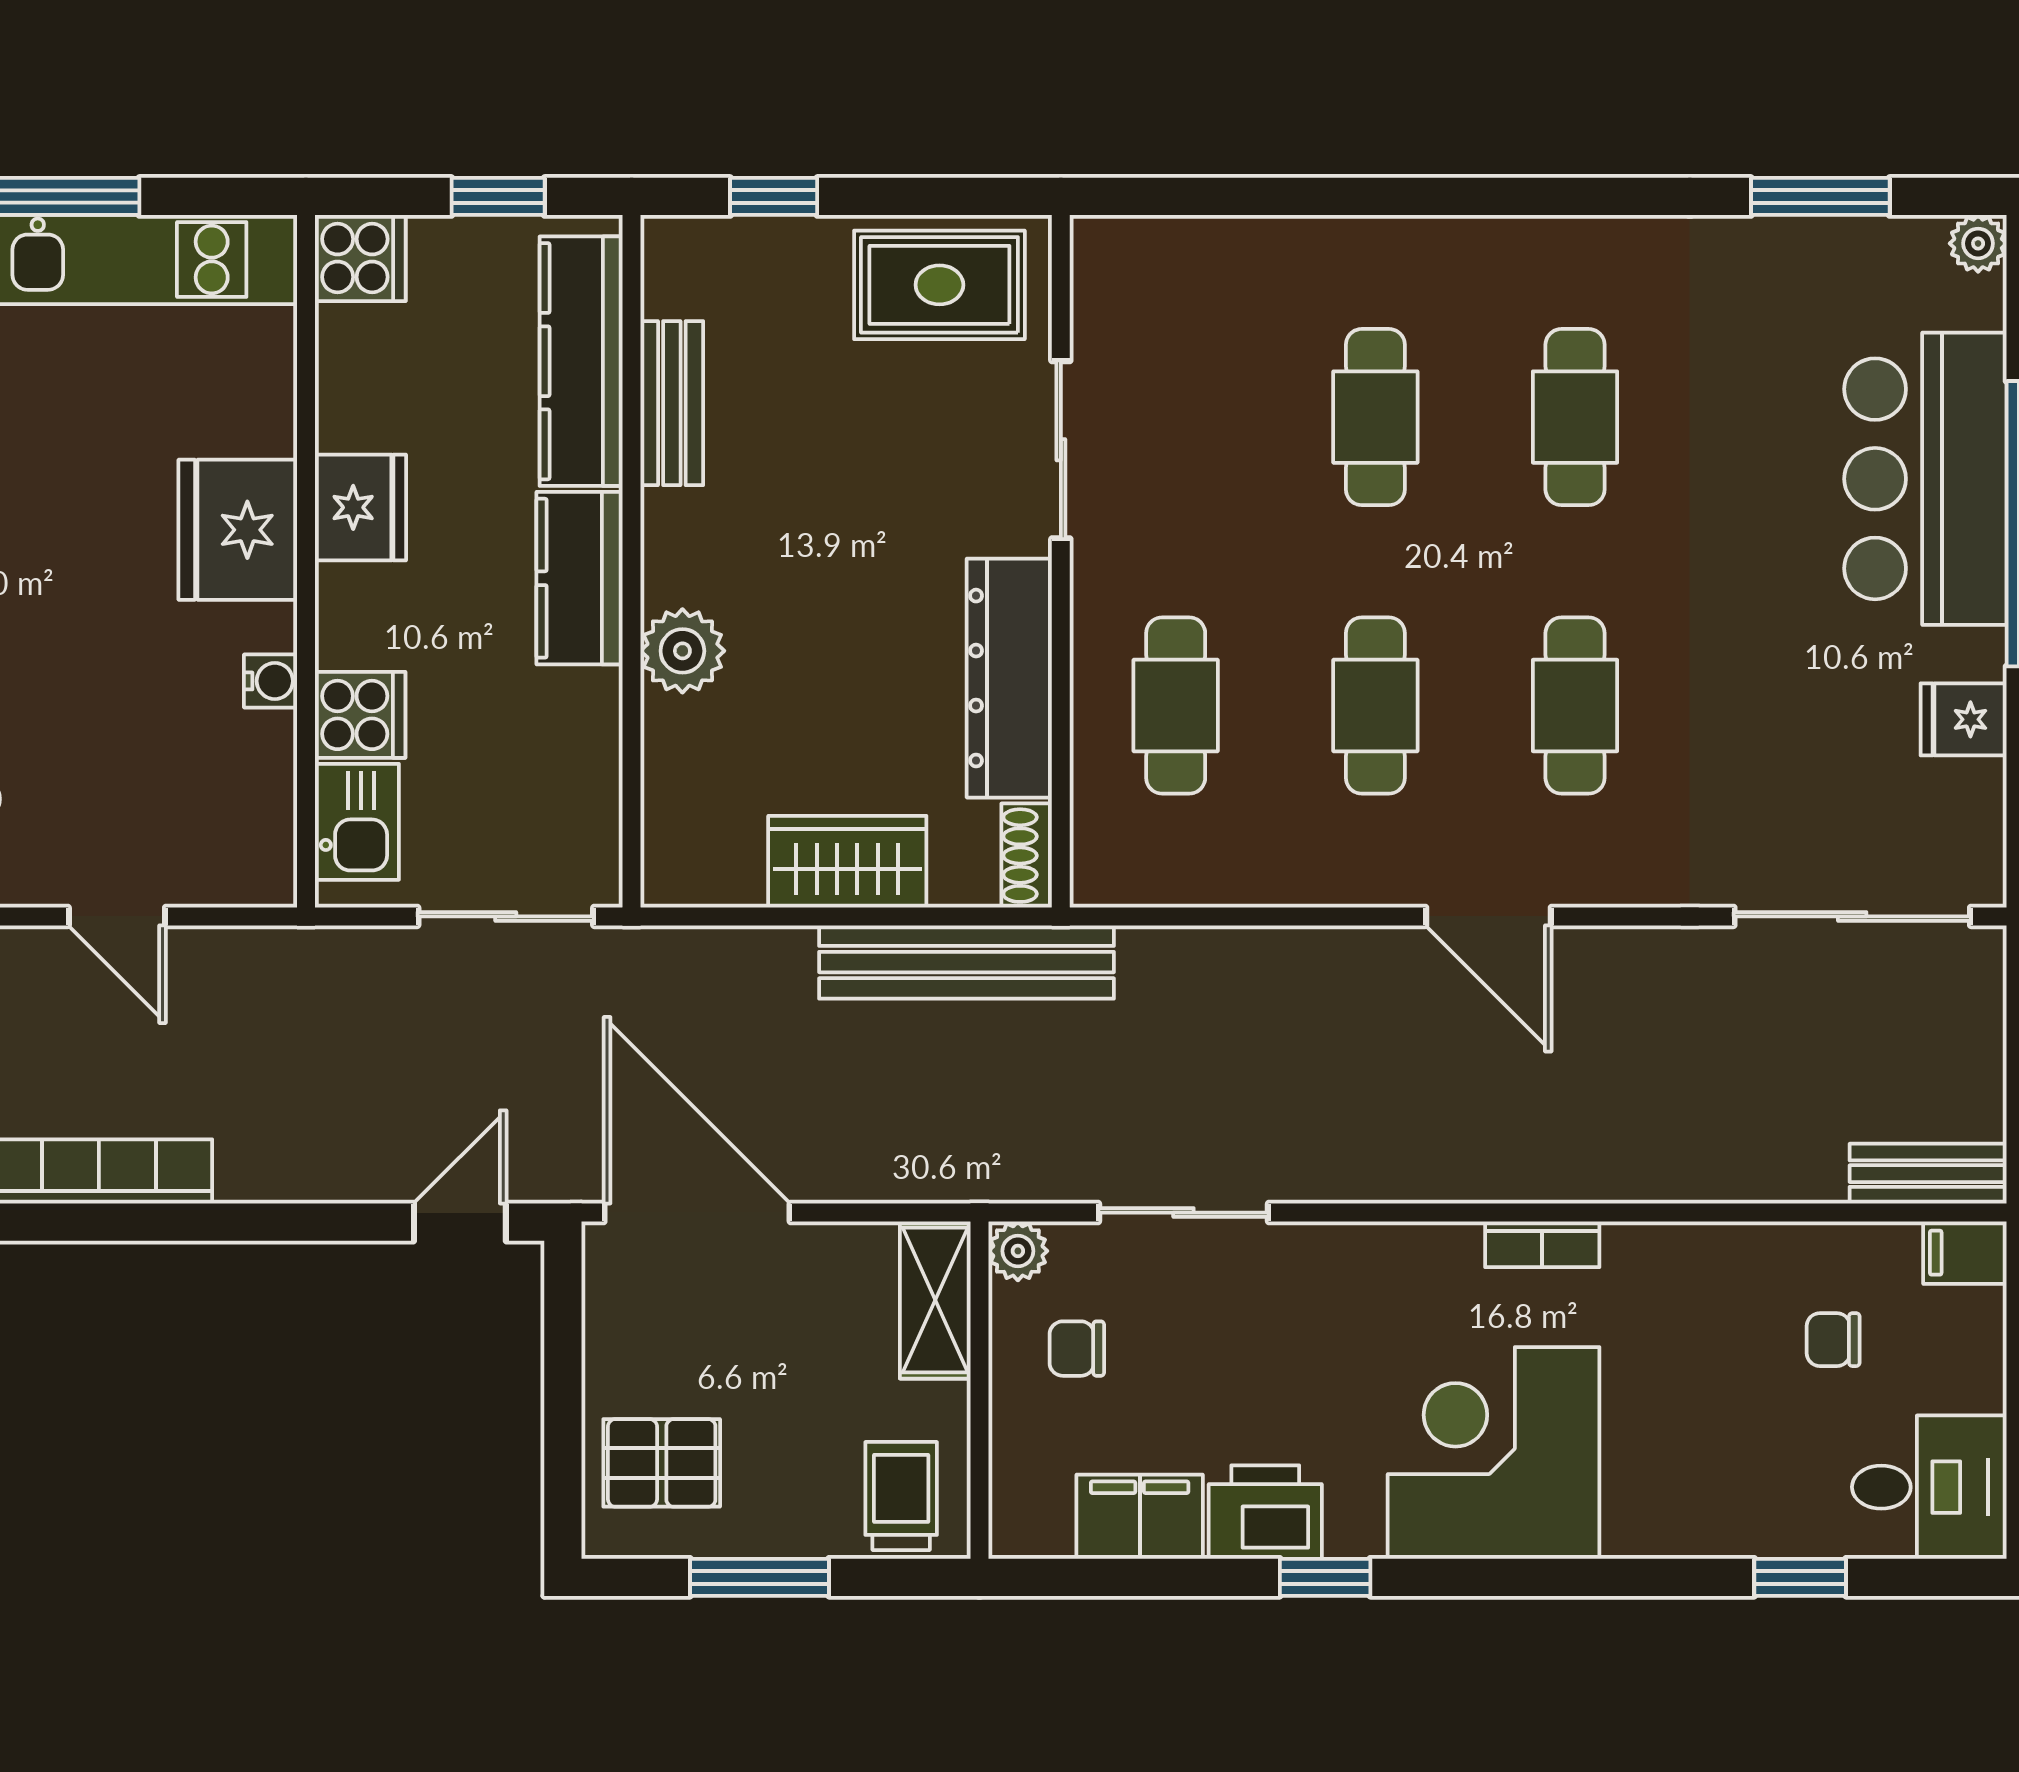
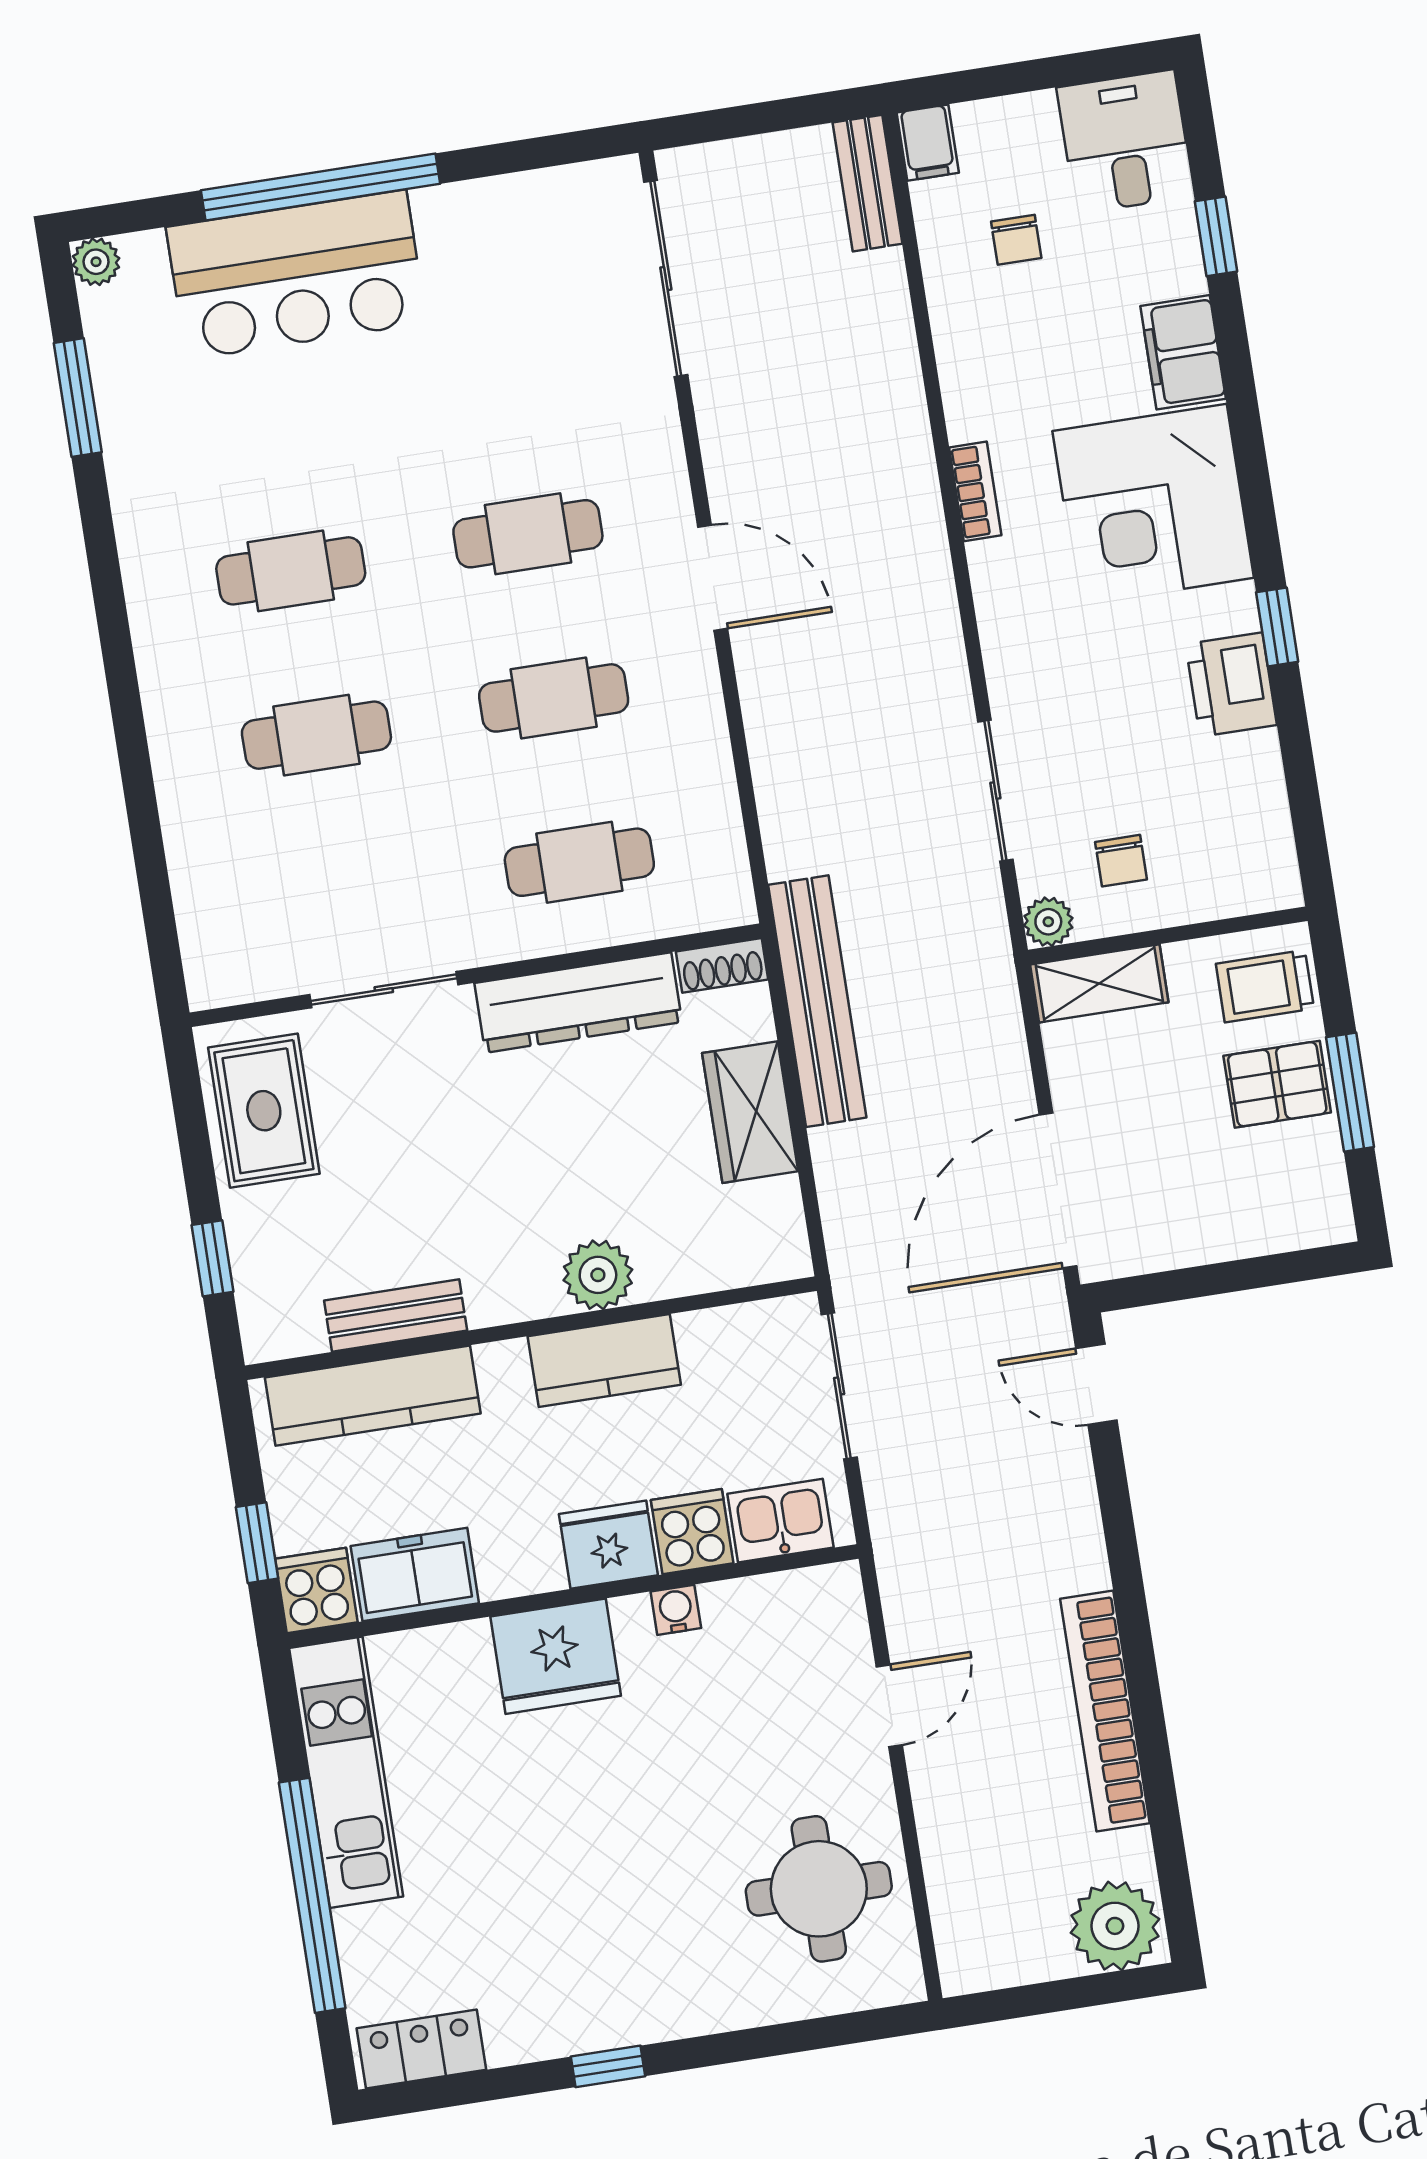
window: (498, 196) -> (257, 1543), moved
freezer: (361, 378) -> (415, 1575), added
fridge: (360, 507) -> (608, 1545), moved
kitchen counter: (580, 578) -> (604, 1361), moved
fridge: (1964, 719) -> (489, 212), removed
door: (1489, 916) -> (713, 578), hinge flipped
pallet: (662, 1463) -> (1277, 1084), moved, turned 90
filing cabinet: (1140, 1517) -> (1183, 352), moved

